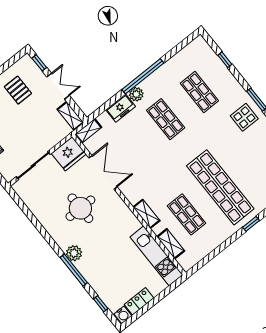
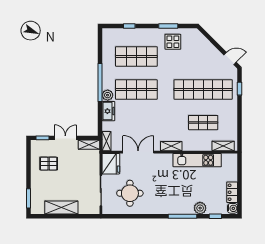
shop shelf: (199, 92) -> (136, 56), width x1.43, depth x1.36
shop shelf: (166, 119) -> (136, 89), width x1.43, depth x1.36
round table: (80, 208) -> (130, 193), moved
shelving: (146, 214) -> (171, 146), moved
shelving: (171, 244) -> (223, 146), moved
plant: (74, 253) -> (200, 208), moved
kitchen unit: (156, 256) -> (197, 160), moved

